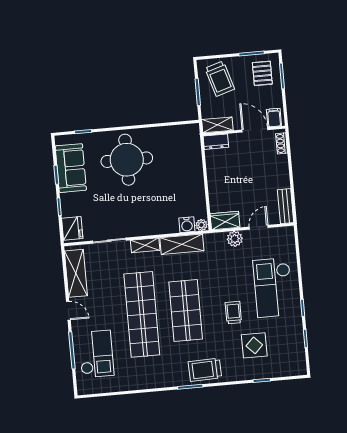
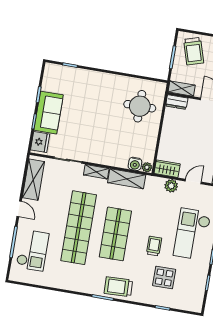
round table: (127, 160) -> (140, 106), moved, width x0.73, depth x0.73
sofa: (71, 168) -> (49, 113), moved

